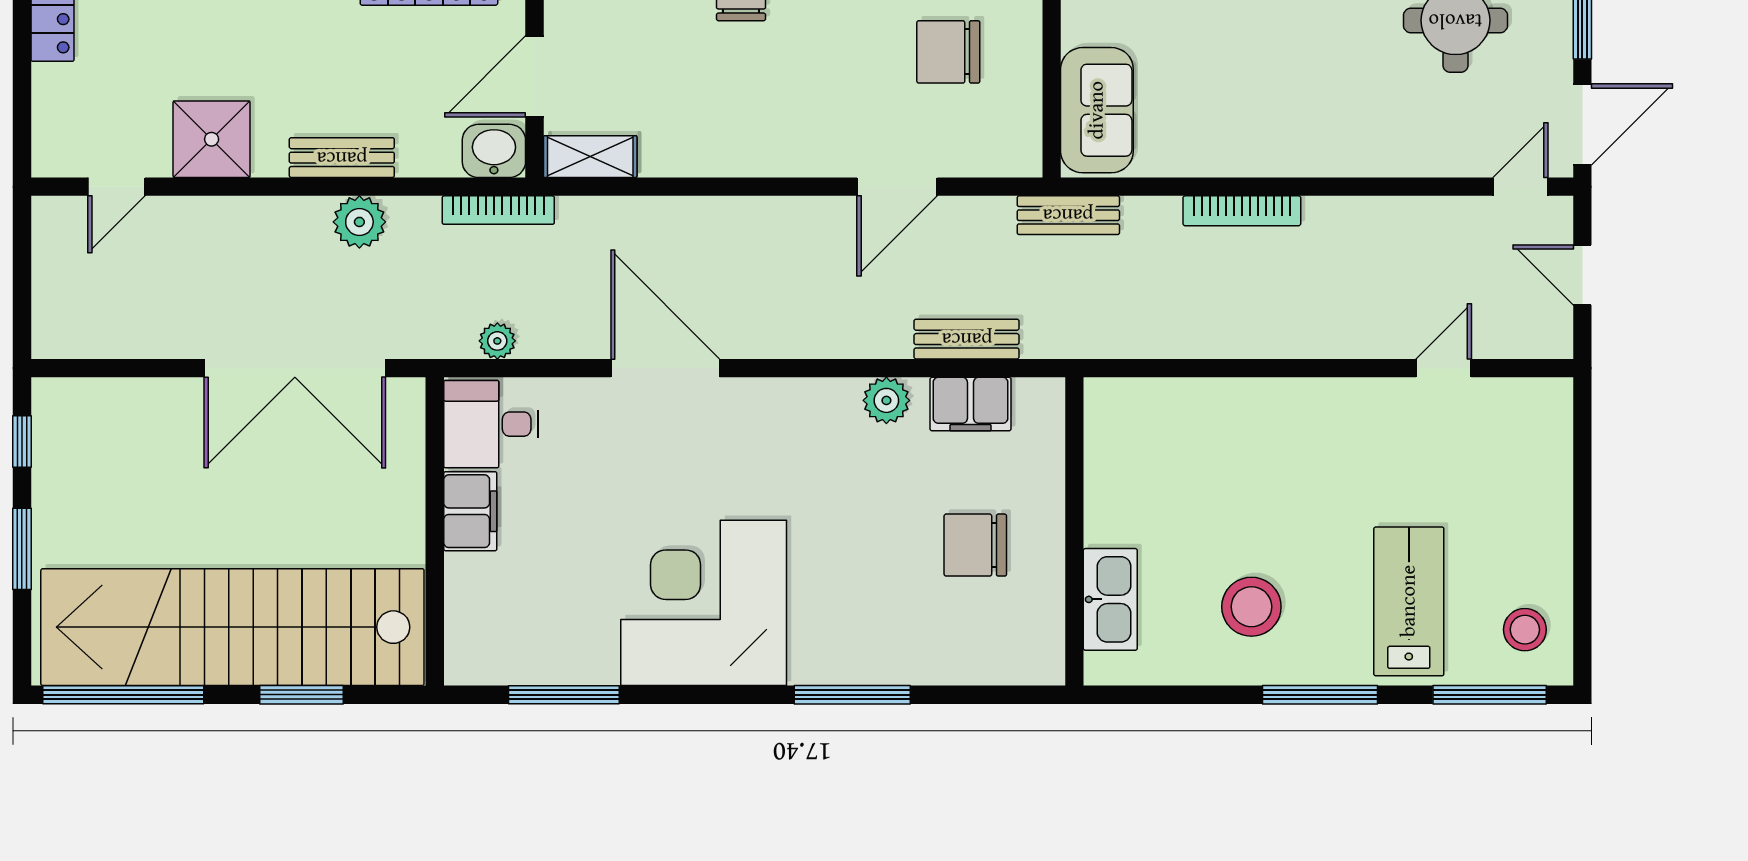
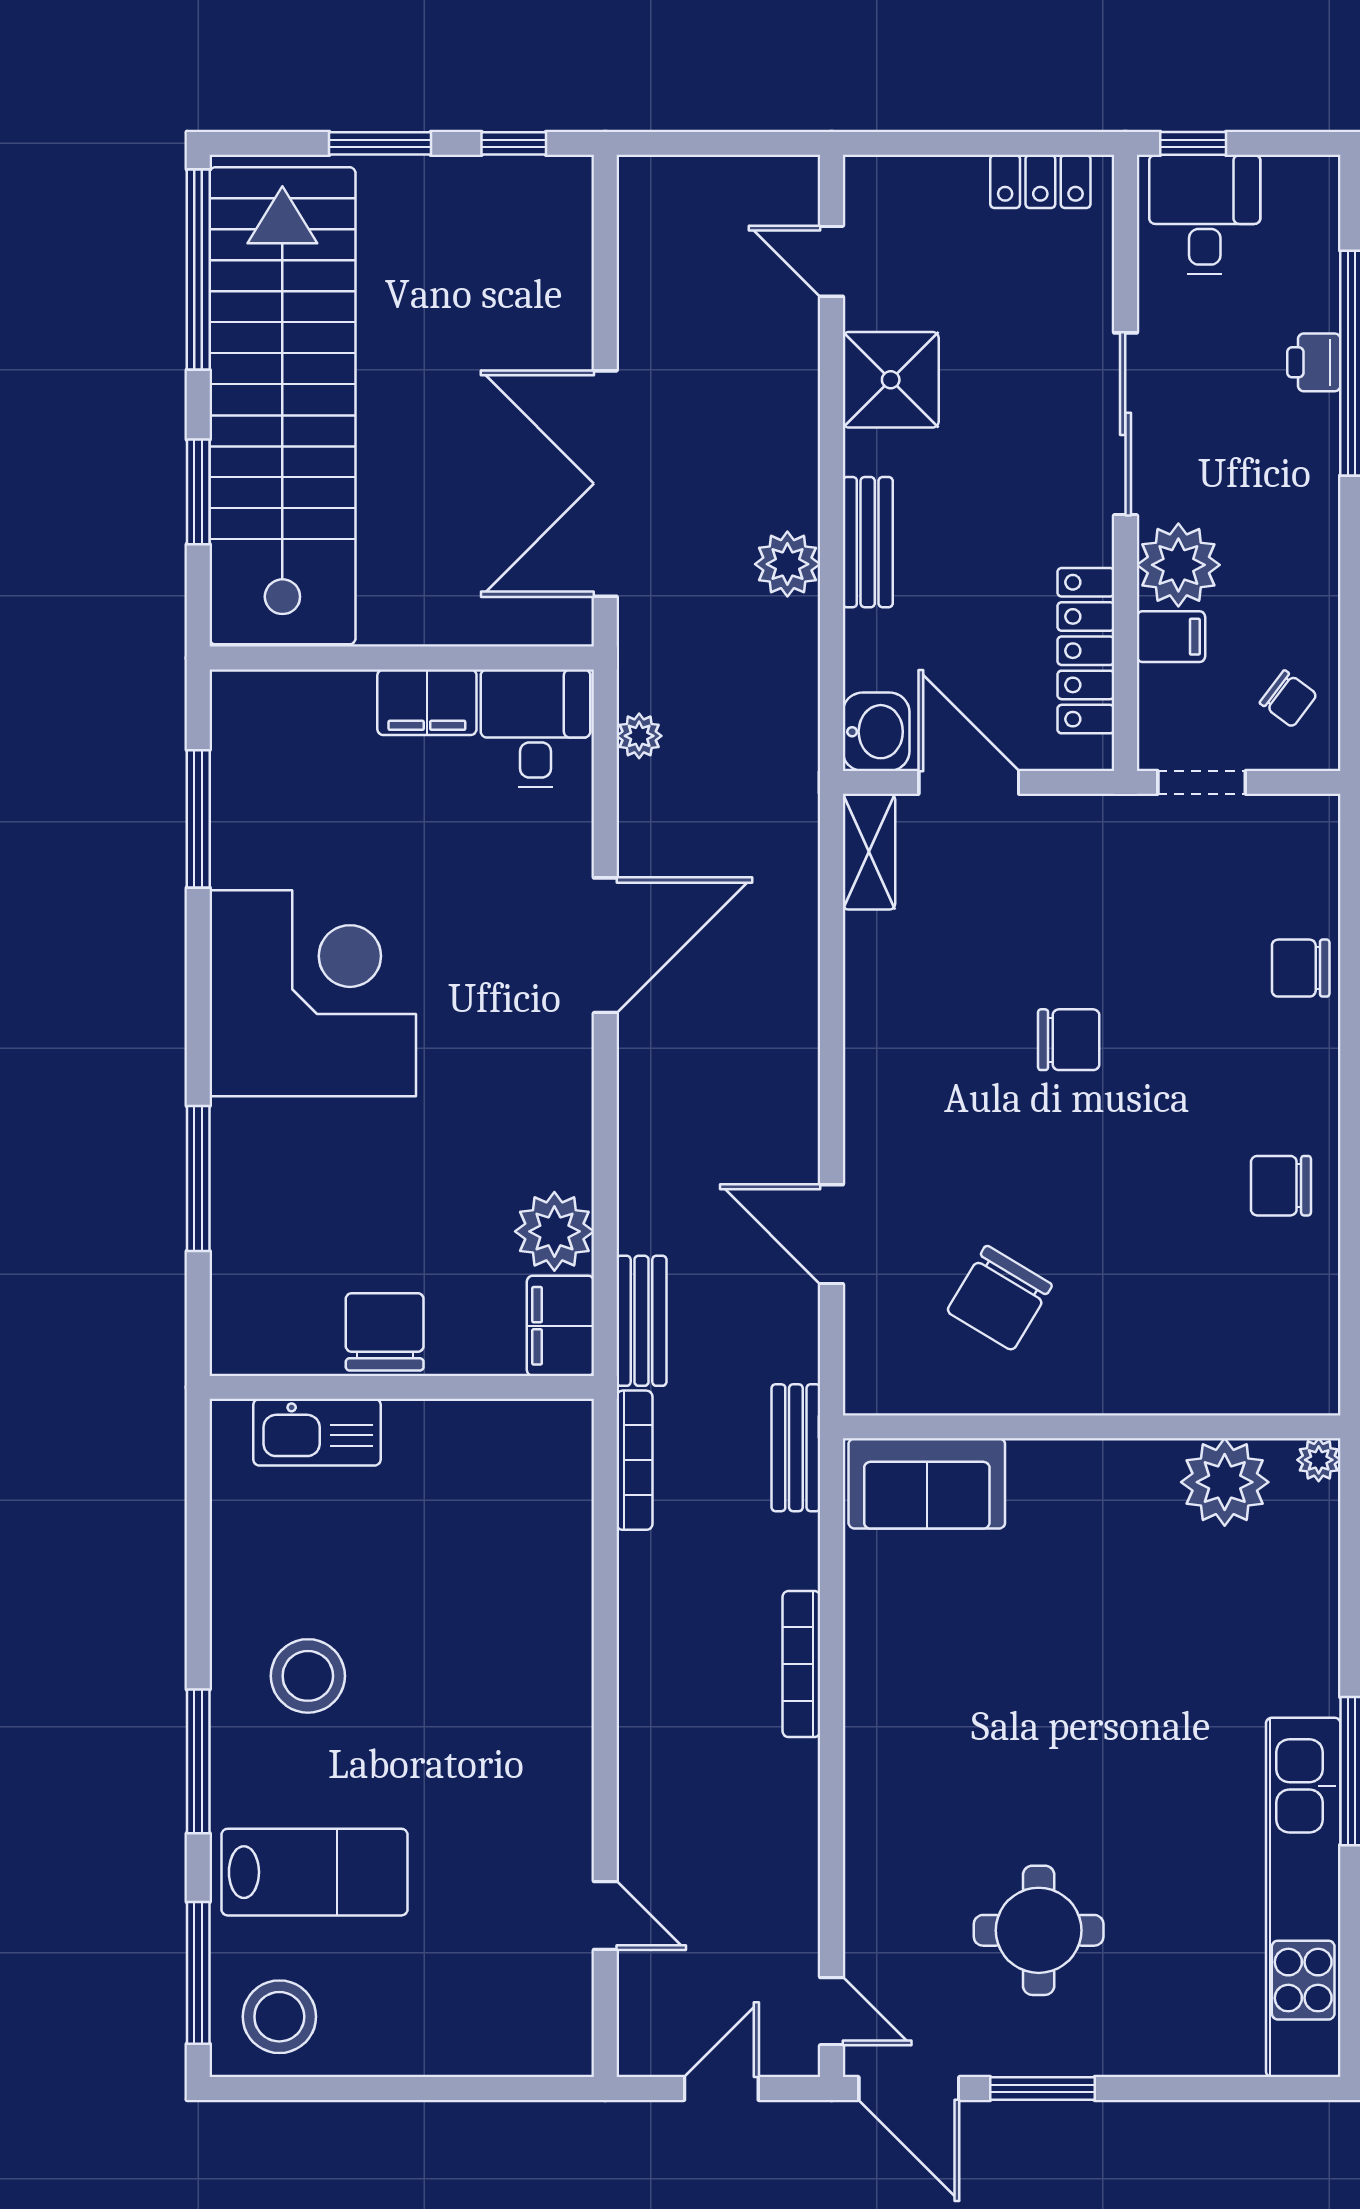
chair: (948, 52) -> (999, 1298), turned -149
bookcase: (498, 210) -> (634, 1460), moved, turned 180
plant: (886, 400) -> (554, 1231), width x1.36, depth x1.36
wall: (1074, 531) -> (402, 1387), moved
kitchen sink: (1110, 599) -> (317, 1432), moved
stool: (1525, 630) -> (279, 2017), width x1.38, depth x1.38

